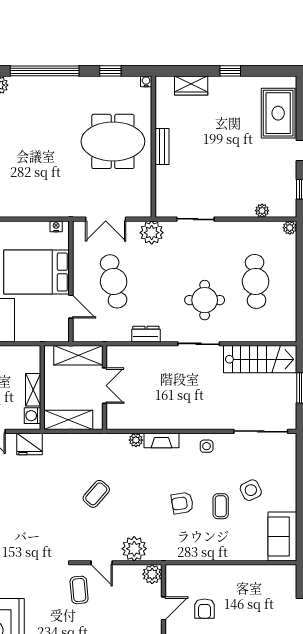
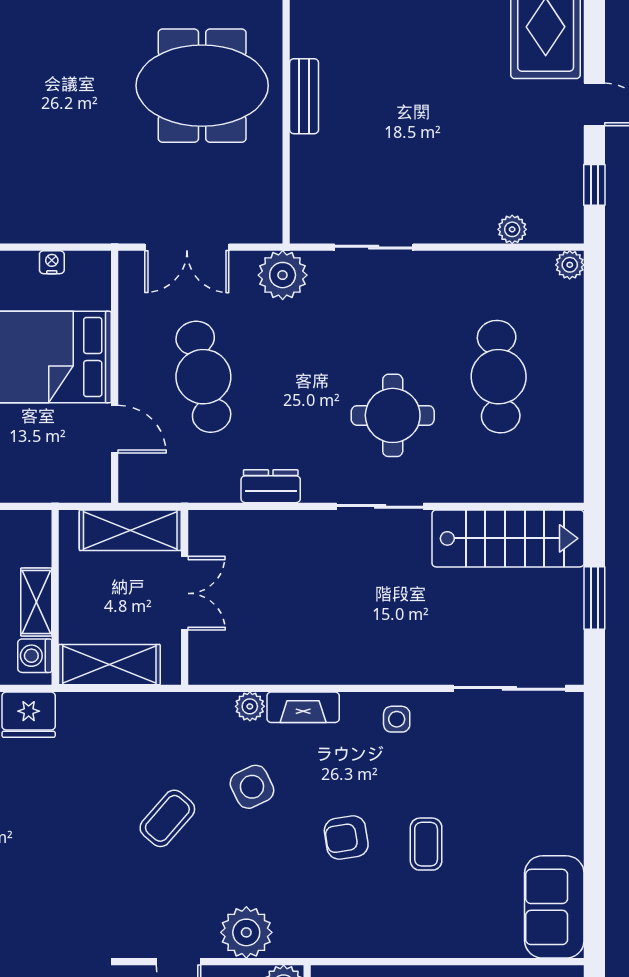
nightstand: (56, 226) -> (52, 262), moved
side table: (251, 490) -> (252, 787), moved

